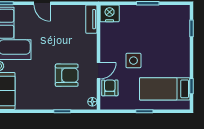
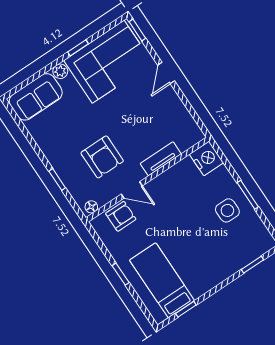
tv unit: (91, 19) -> (161, 159), moved
side table: (133, 61) -> (227, 210), moved

